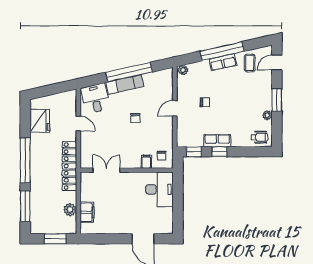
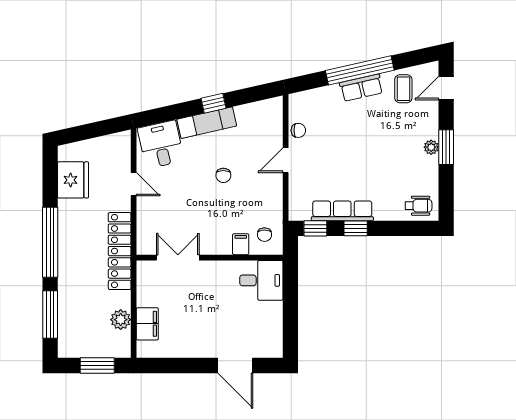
plant: (183, 70) -> (298, 100), removed
window: (129, 72) -> (213, 103), width x0.32
chair: (205, 102) -> (298, 130), moved
plant: (267, 115) -> (431, 147), moved
row of seats: (217, 141) -> (342, 211), width x1.48
desk: (159, 189) -> (261, 280), width x0.73

